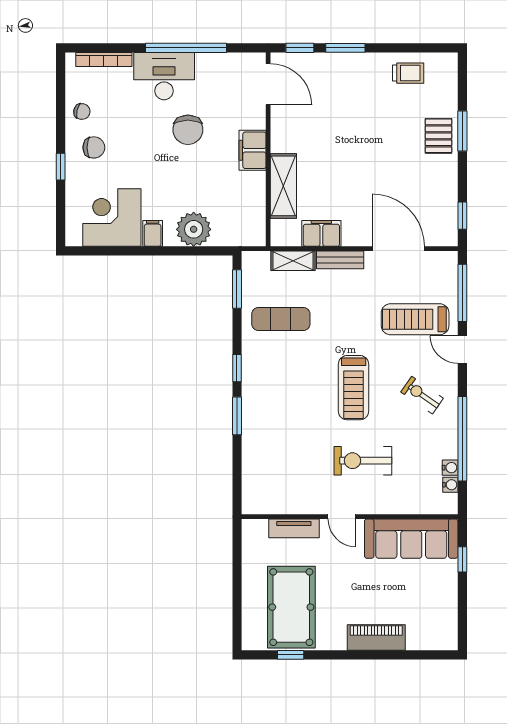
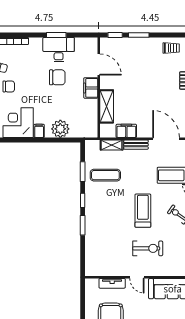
window: (186, 48) -> (56, 35), width x0.47
desk: (164, 76) -> (59, 50), moved
door: (268, 84) -> (99, 65), moved
chair: (188, 130) -> (57, 77), turned -90
window: (237, 289) -> (83, 172), moved
treadmill: (354, 388) -> (143, 211), turned 180
exercise bike: (363, 461) -> (148, 248), turned 180

